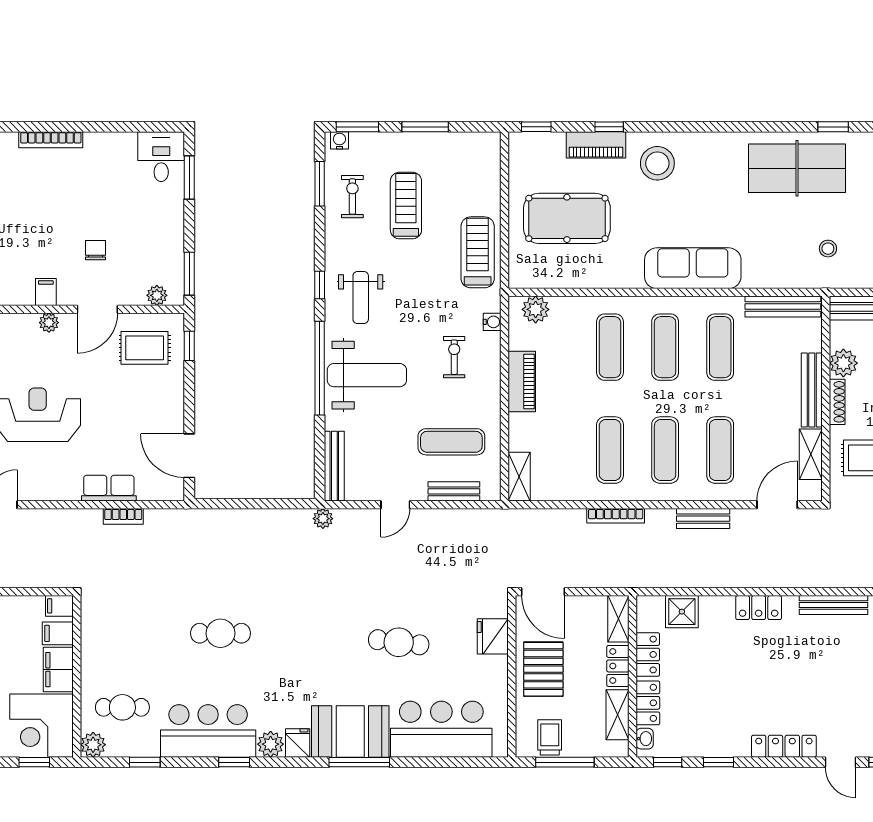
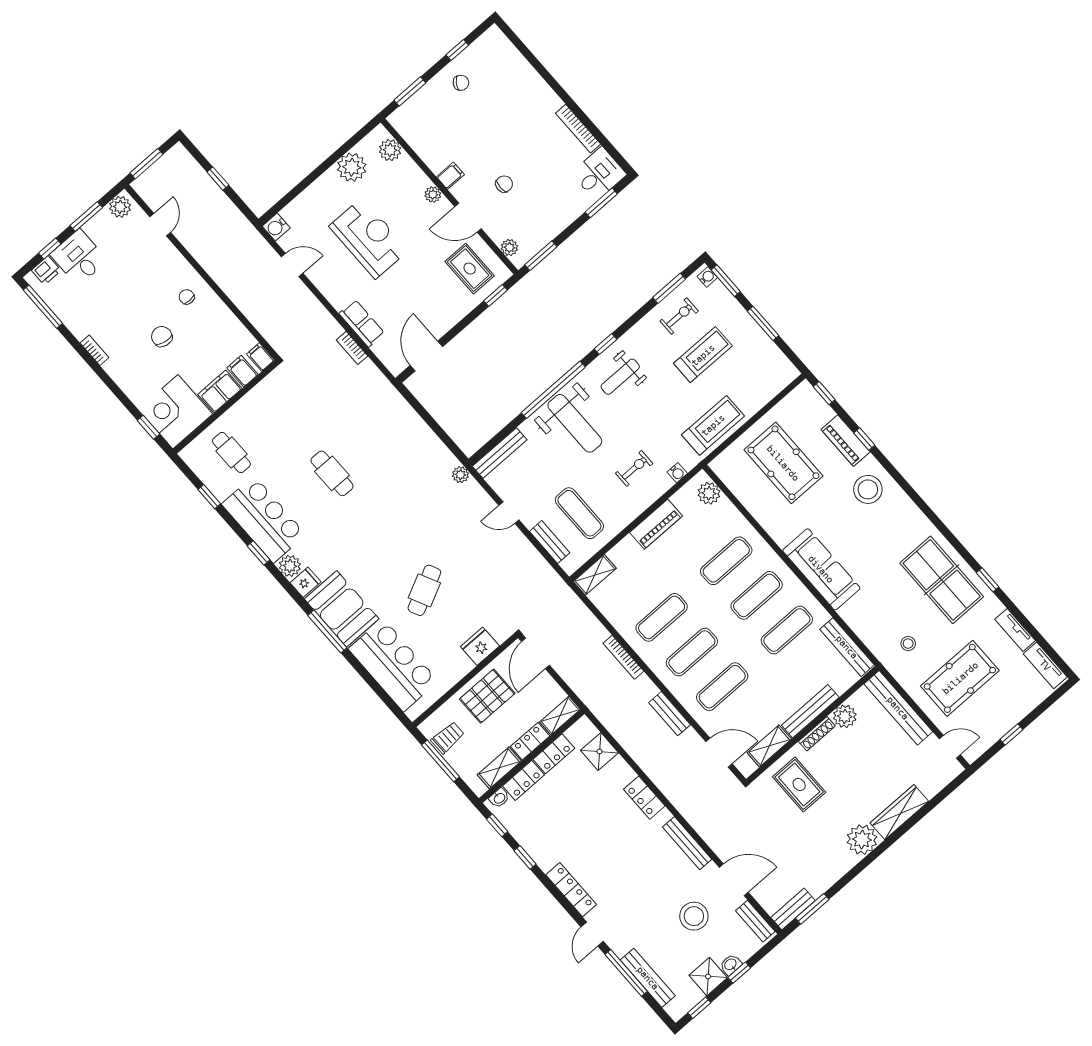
bookcase: (51, 140) -> (578, 129), moved
cafe table: (399, 642) -> (424, 590), turned 57
plant: (93, 745) -> (192, 455), removed

